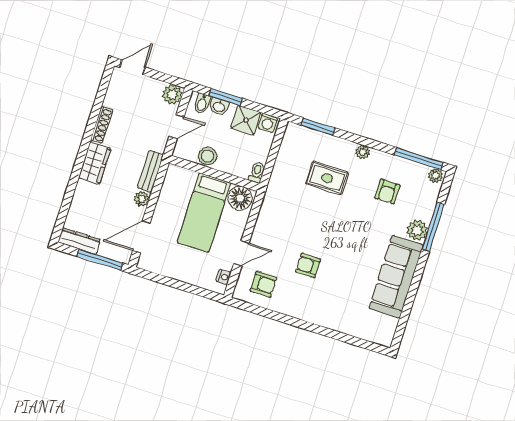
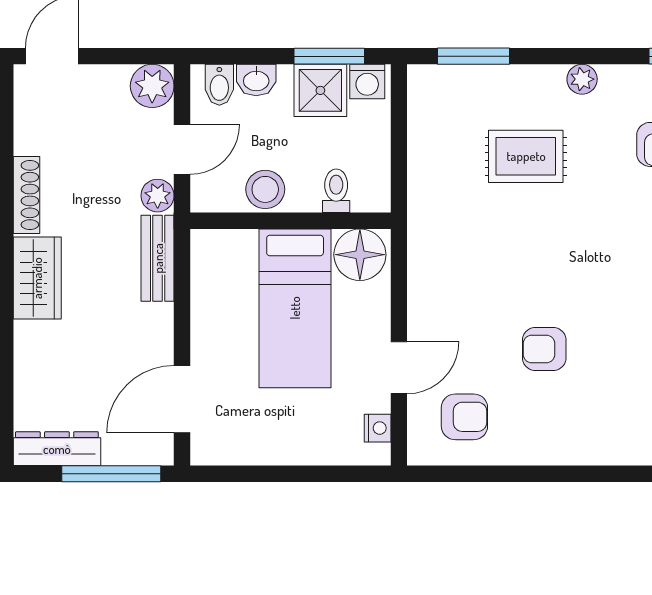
window: (226, 97) -> (329, 56), moved
toilet: (257, 172) -> (336, 191), moved
plant: (142, 199) -> (158, 196), moved

